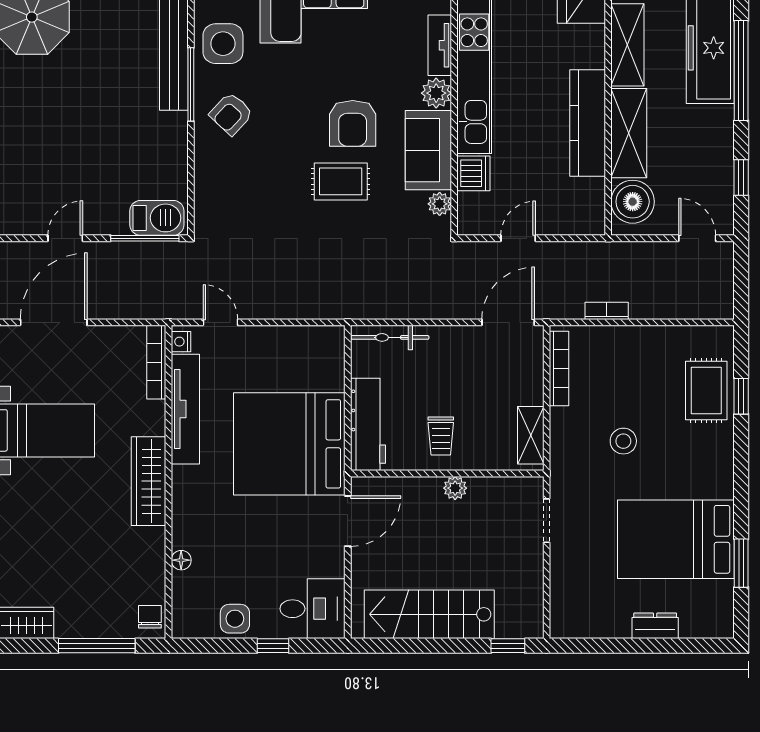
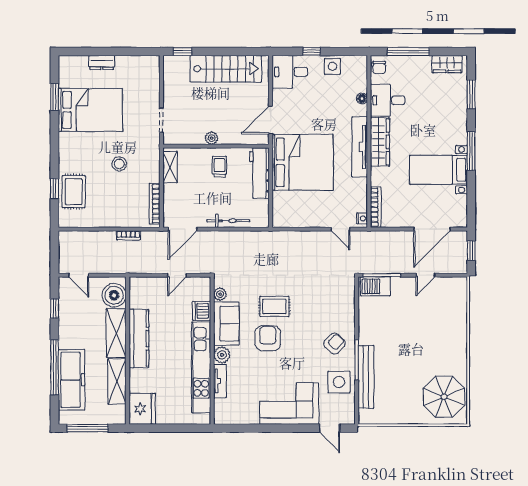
bicycle: (390, 337) -> (228, 221), moved
tv unit: (185, 409) -> (360, 147), moved
desk: (134, 557) -> (388, 100), added

